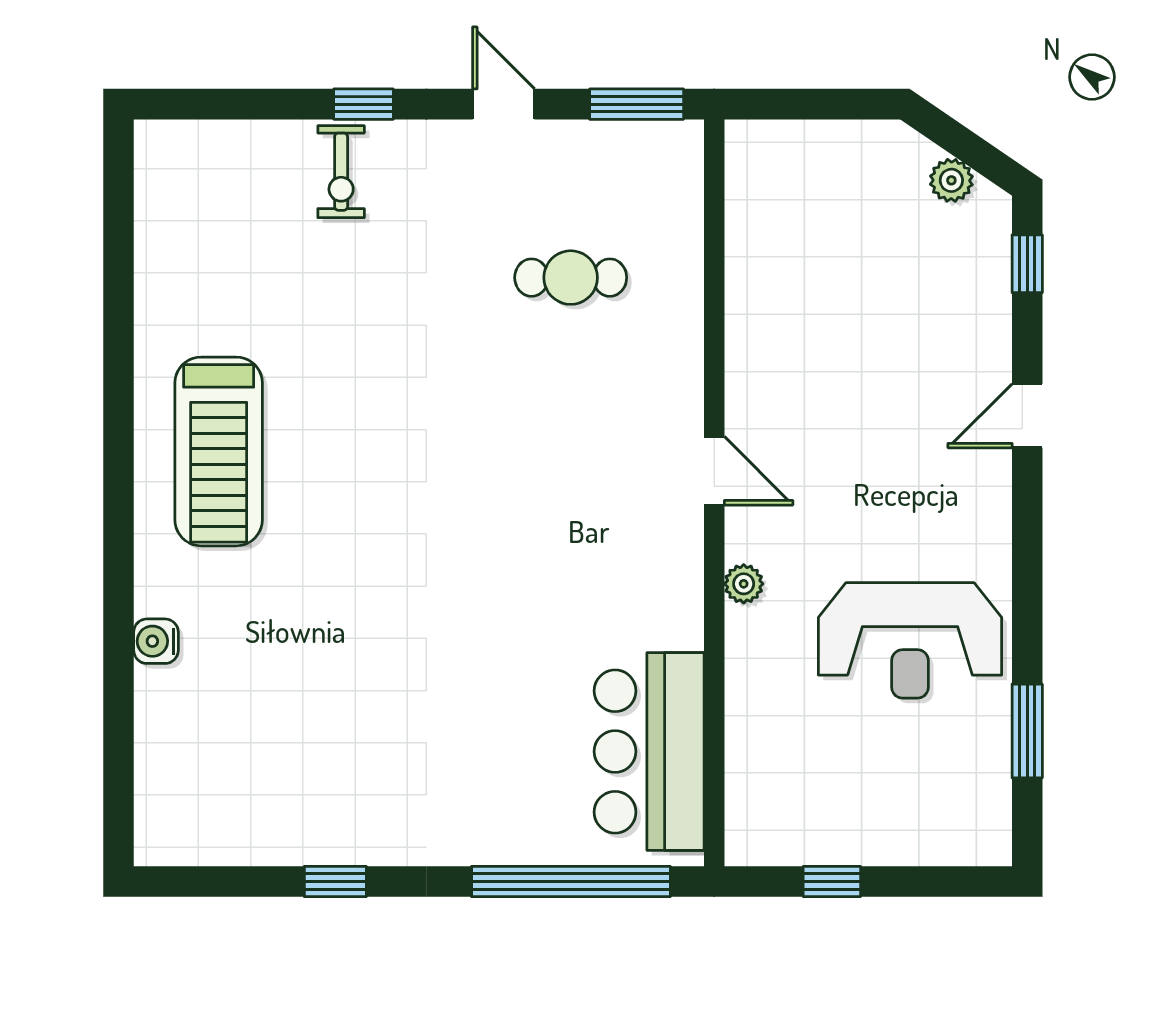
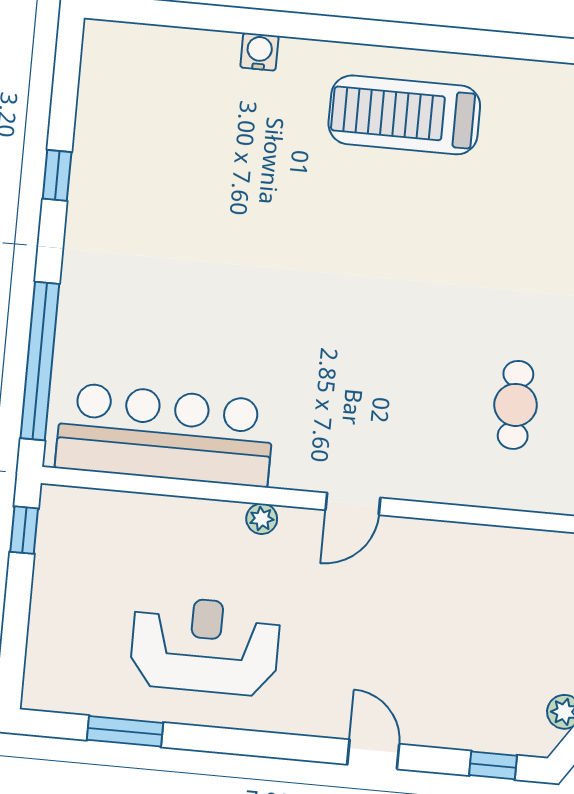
reception desk: (910, 640) -> (205, 646), turned 90
bar counter: (649, 751) -> (165, 435), width x1.36
window: (832, 882) -> (24, 530), moved

